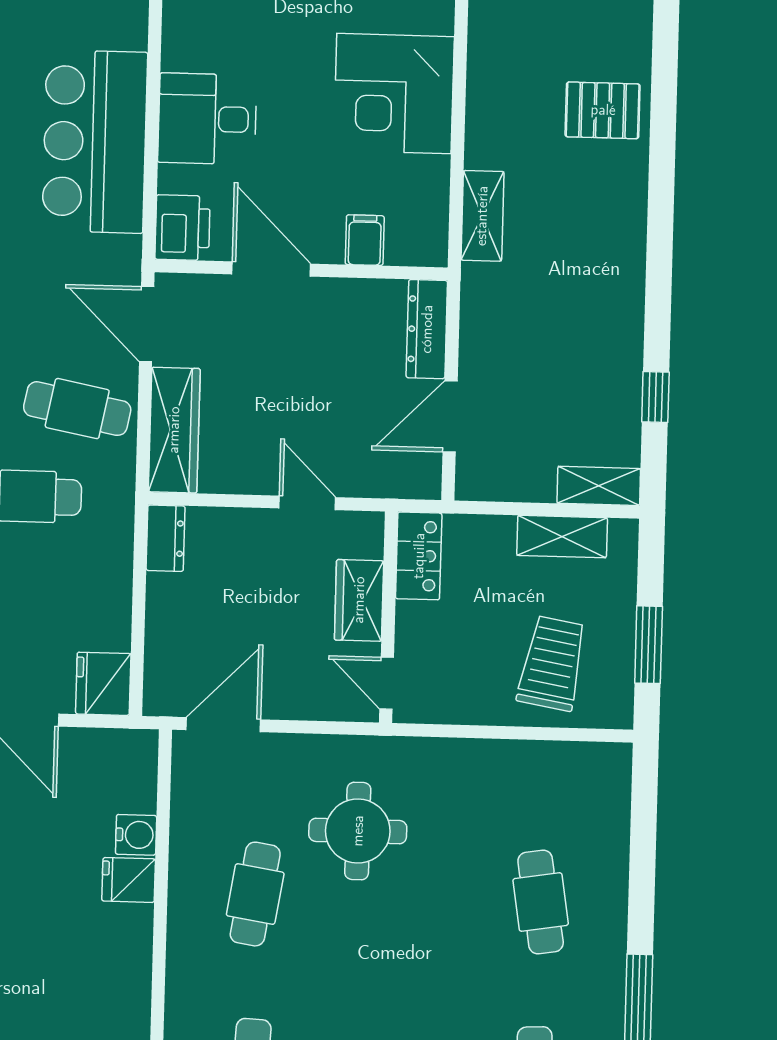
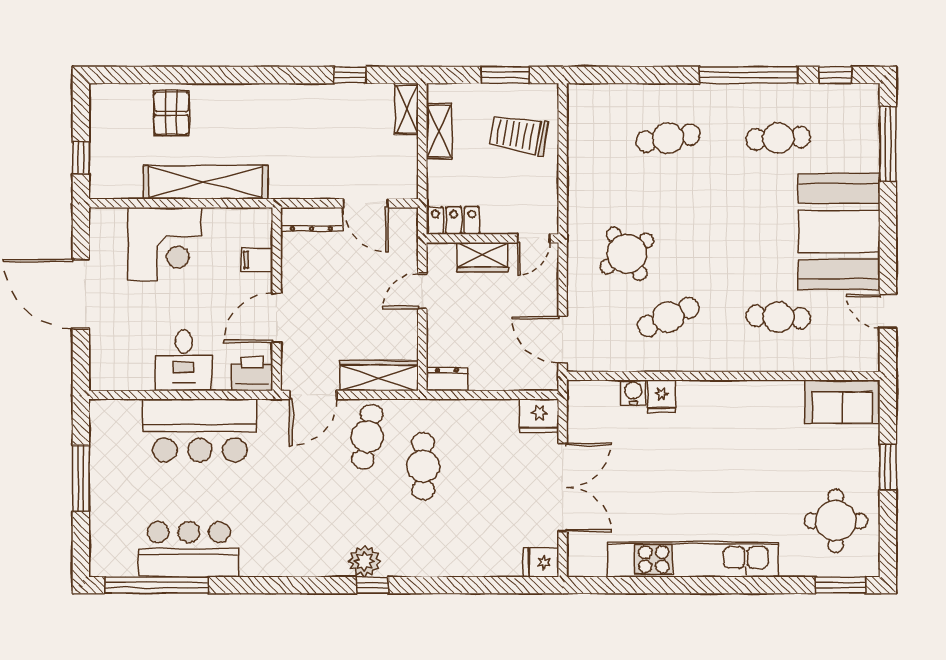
shelving: (482, 216) -> (206, 182), width x2.20, depth x1.33
round table: (358, 831) -> (627, 254), turned -34
cafe table: (255, 894) -> (668, 317), turned -33

